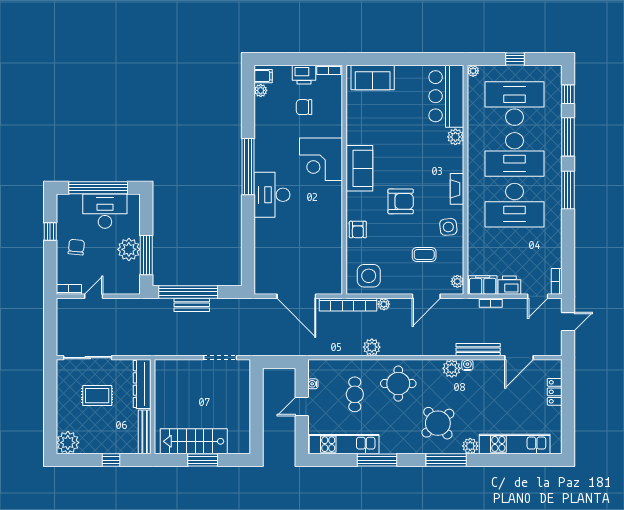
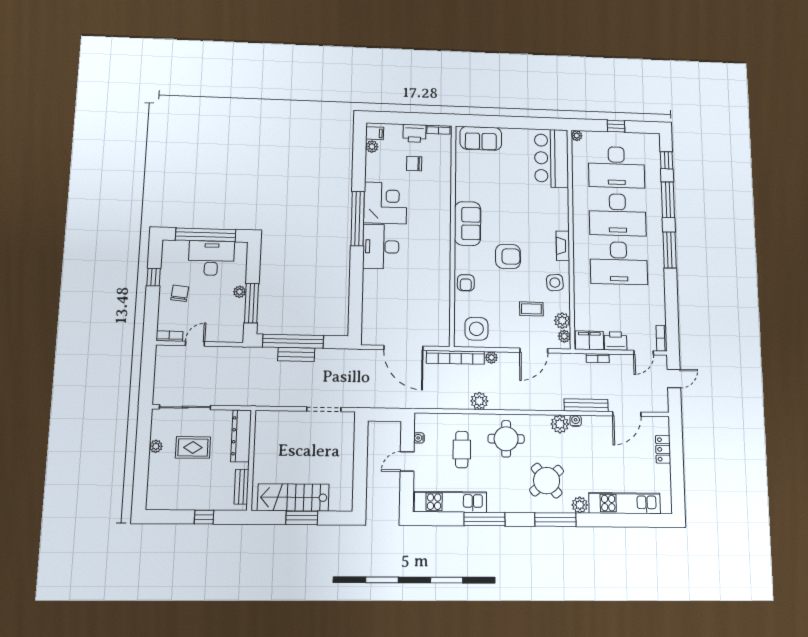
desk: (515, 104) -> (616, 167), turned 180
plant: (455, 137) -> (562, 321), moved
corner desk: (321, 159) -> (385, 203), moved, turned 180
plant: (129, 249) -> (239, 292), width x0.53, depth x0.53
bench: (145, 432) -> (241, 487), width x0.73
plant: (68, 443) -> (156, 446), moved, width x0.53, depth x0.53

